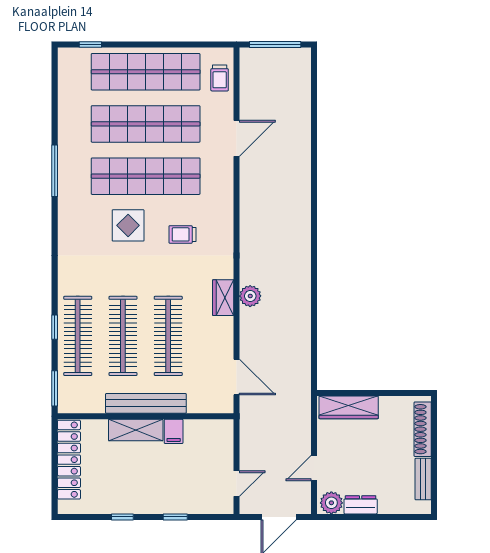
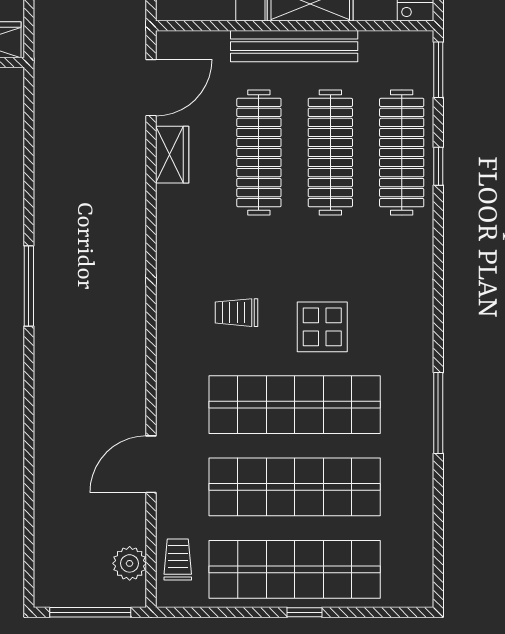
window: (90, 45) -> (304, 612), moved
trolley: (182, 234) -> (236, 313), turned 180
window: (314, 251) -> (29, 286), added
plant: (250, 296) -> (130, 563), moved
wardrobe: (223, 298) -> (172, 155), moved
door: (237, 377) -> (151, 88), swing flipped

